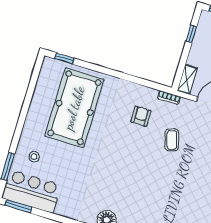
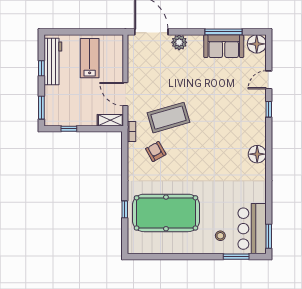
window: (65, 58) -> (125, 209), moved
armchair: (141, 116) -> (156, 152), turned 61
coffee table: (172, 140) -> (169, 118), width x1.86, depth x1.72

